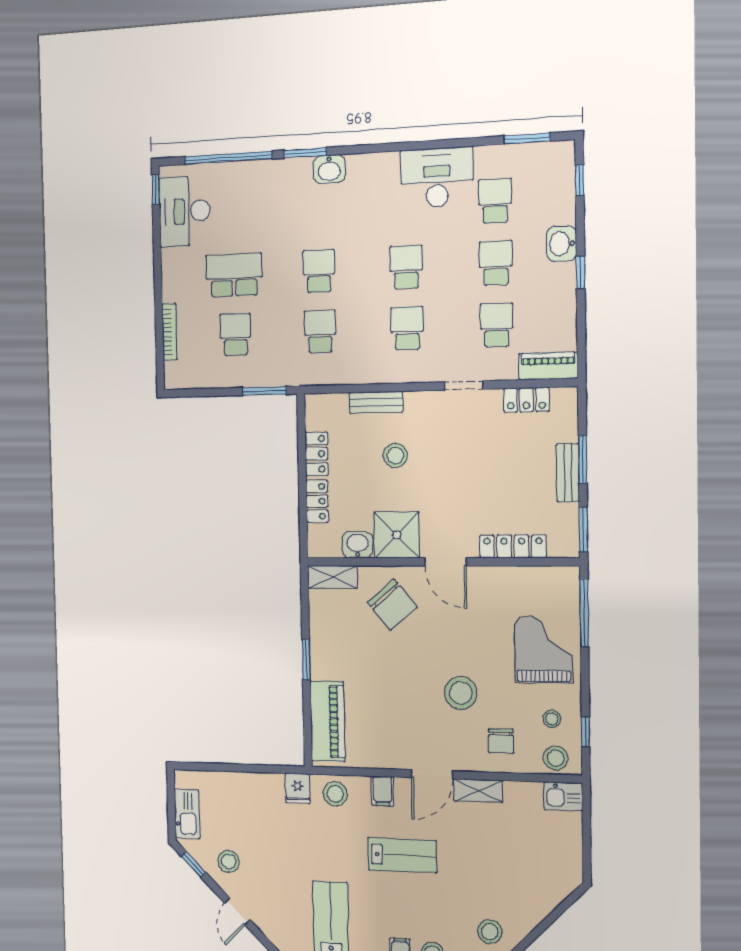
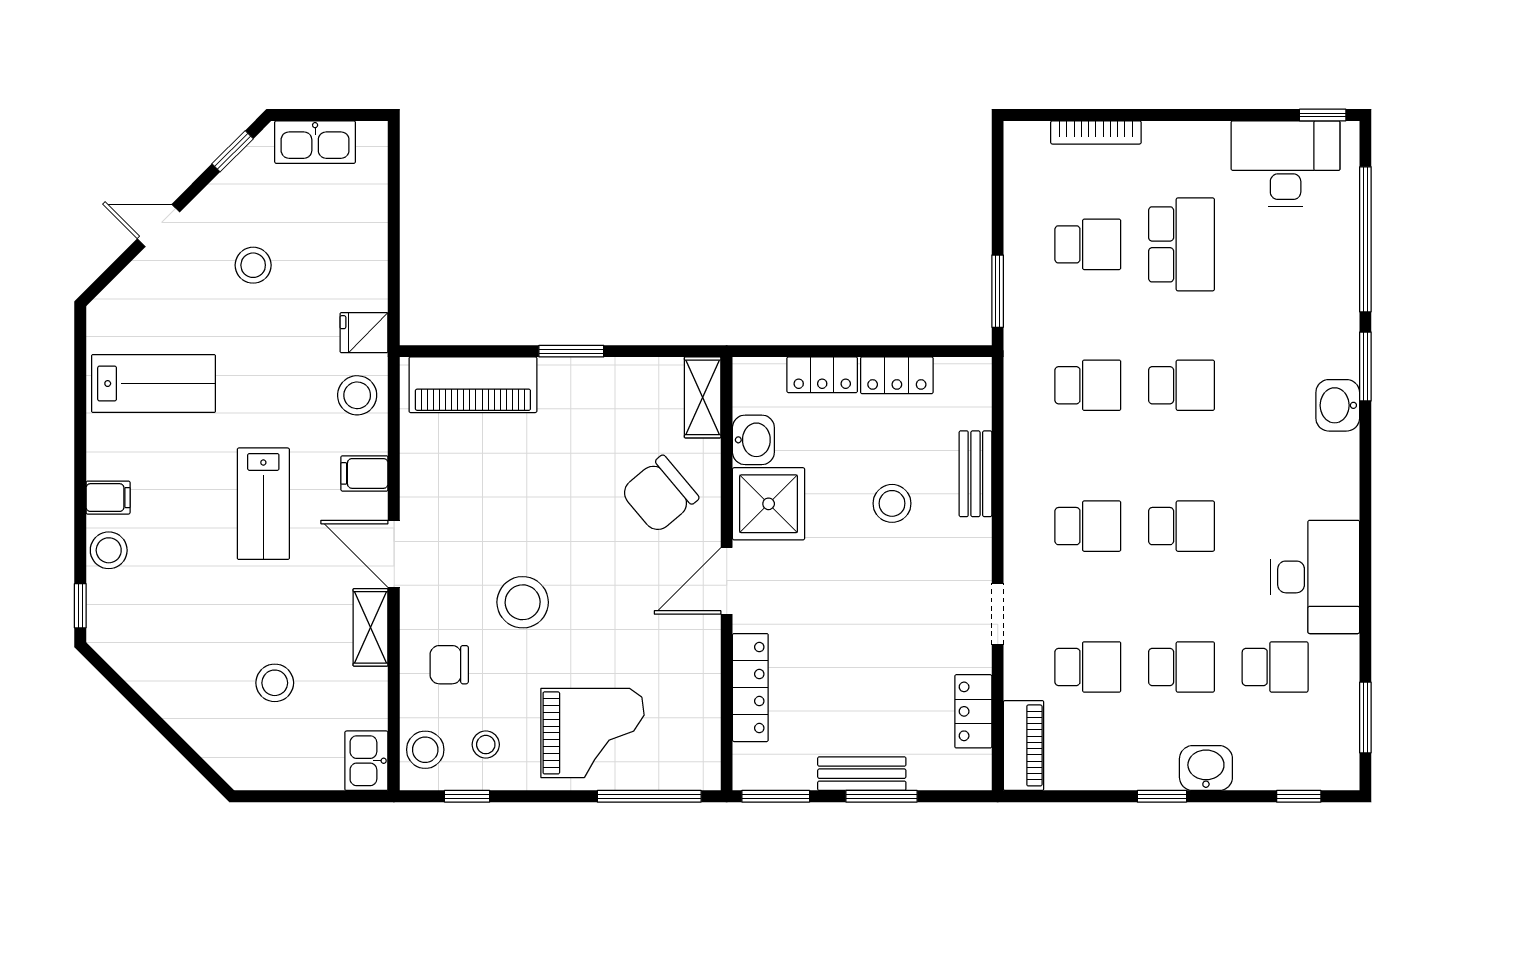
stool: (229, 861) -> (253, 265), moved
stool: (490, 932) -> (275, 683), moved

